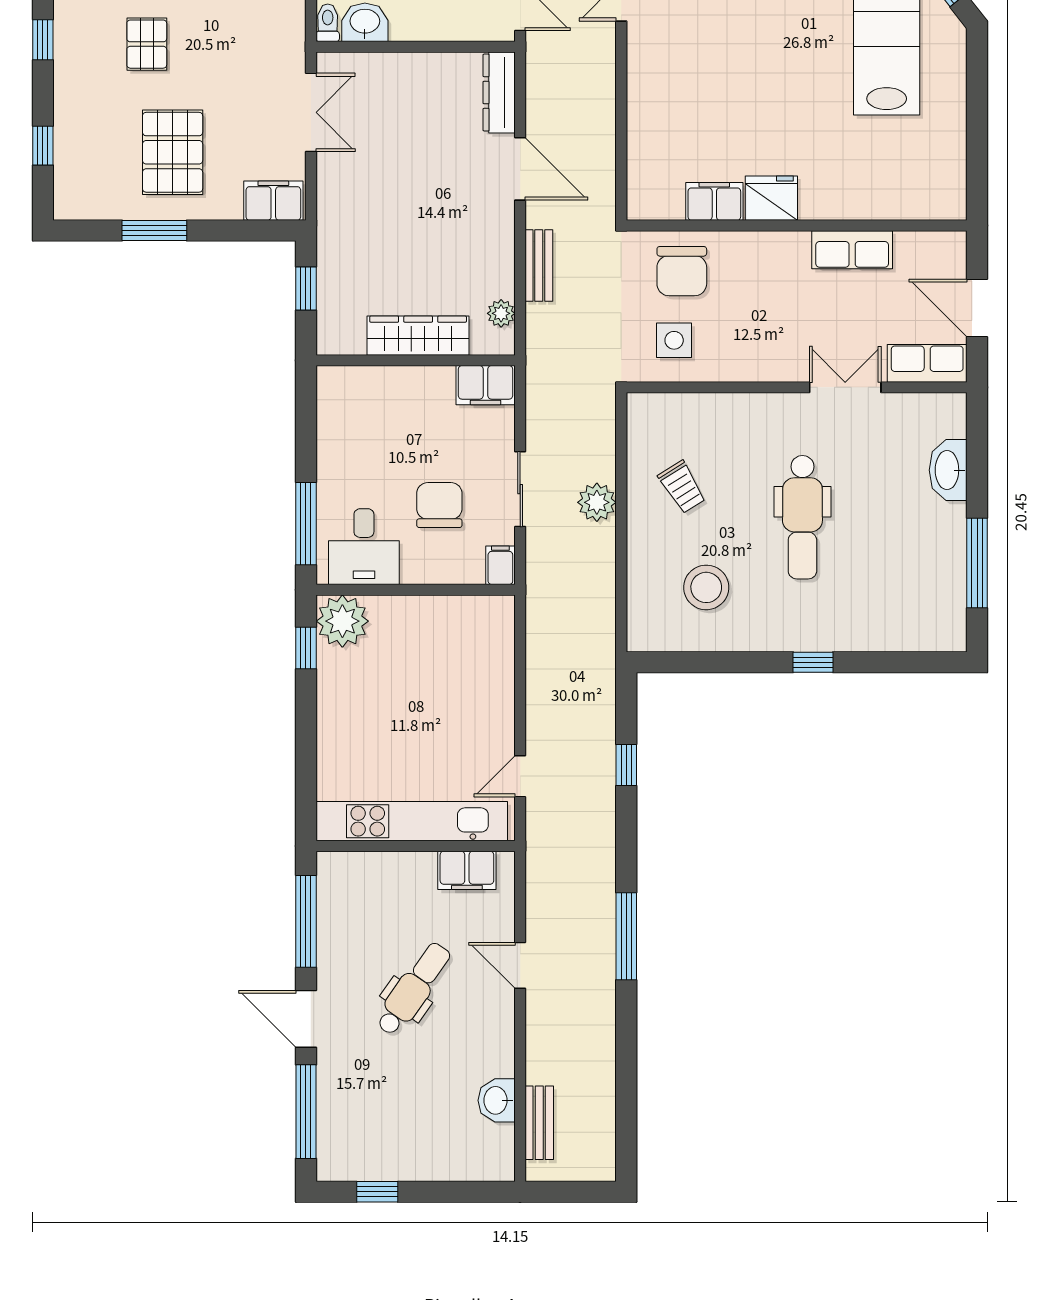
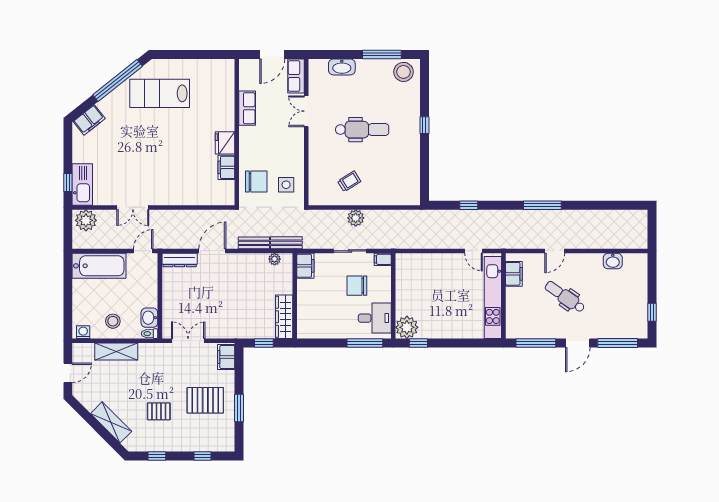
wardrobe: (418, 336) -> (284, 317), moved
stool: (706, 587) -> (403, 72), moved
bench: (539, 1123) -> (286, 243), moved

